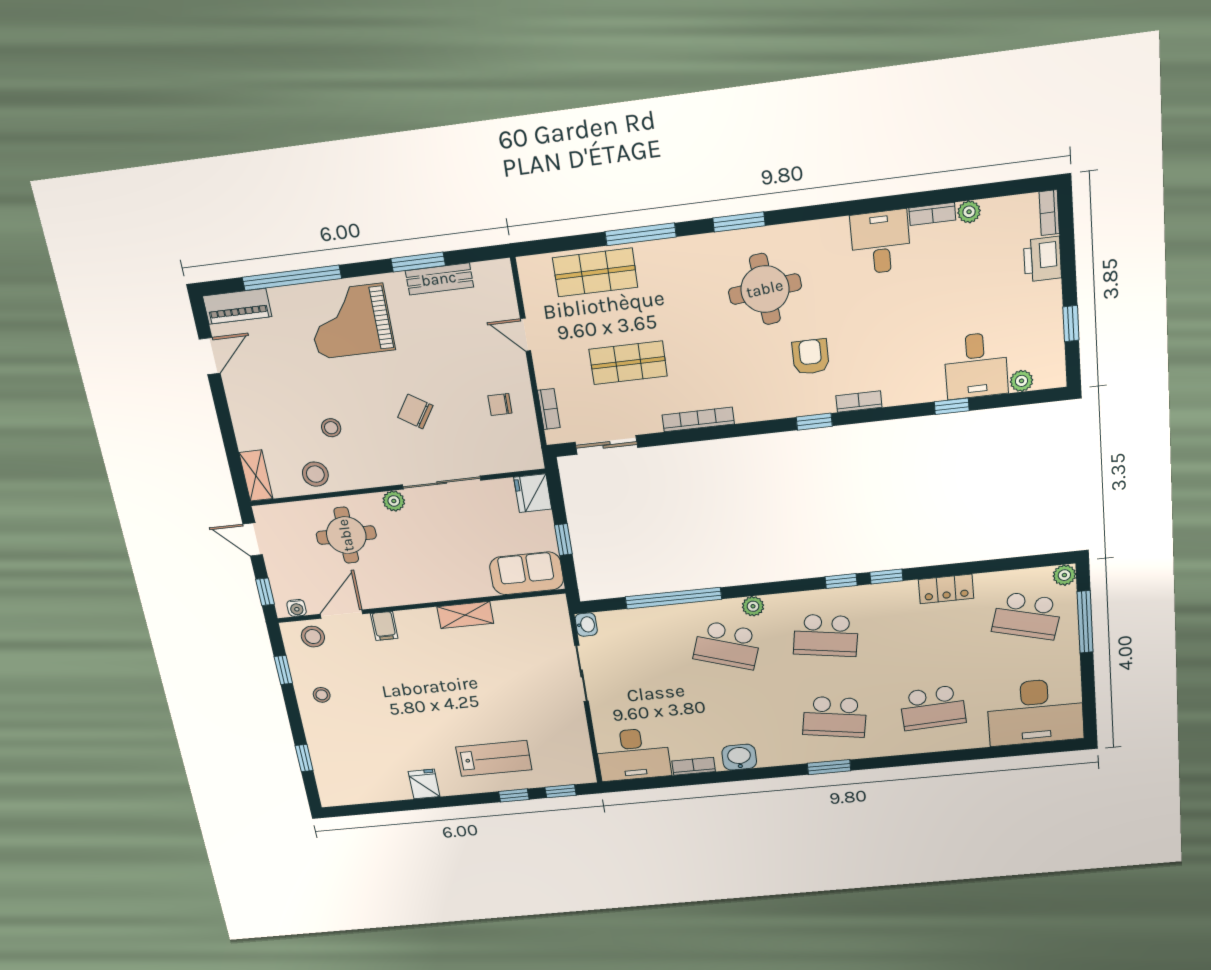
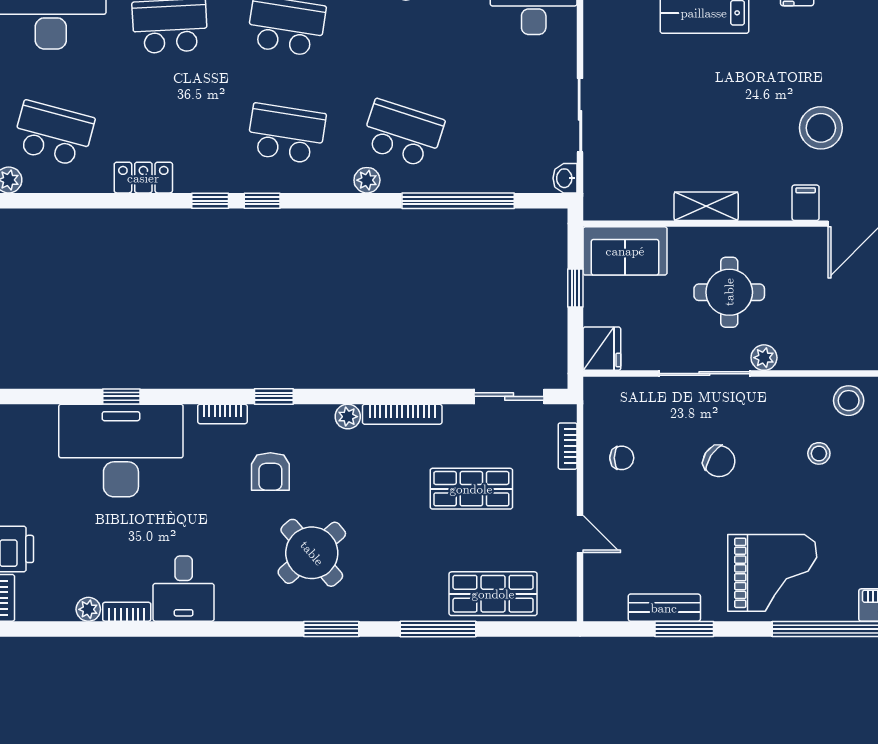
round table: (765, 289) -> (312, 553), turned -35
desk: (976, 366) -> (121, 451), width x1.87, depth x1.30
plant: (1022, 381) -> (348, 417), moved
round table: (346, 535) -> (729, 292), moved
stool: (384, 683) -> (821, 128), added

